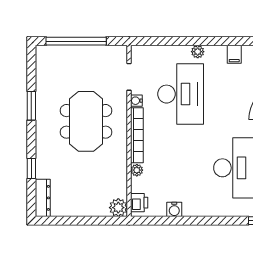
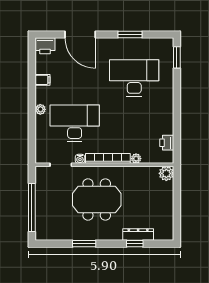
dresser: (43, 198) -> (138, 234), moved
printer: (139, 203) -> (167, 143), moved, turned -90
water cooler: (174, 209) -> (168, 128), removed

